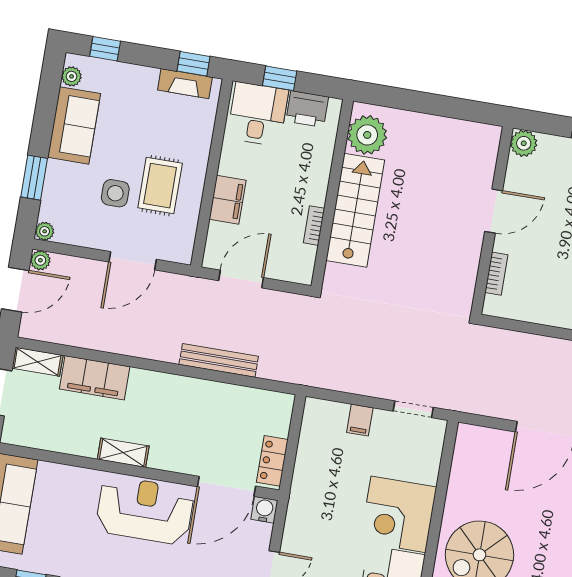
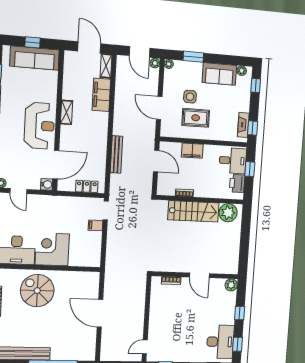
doorway: (413, 409) -> (106, 210), moved
locker: (272, 461) -> (87, 186), moved
door: (227, 486) -> (56, 165), swing flipped

